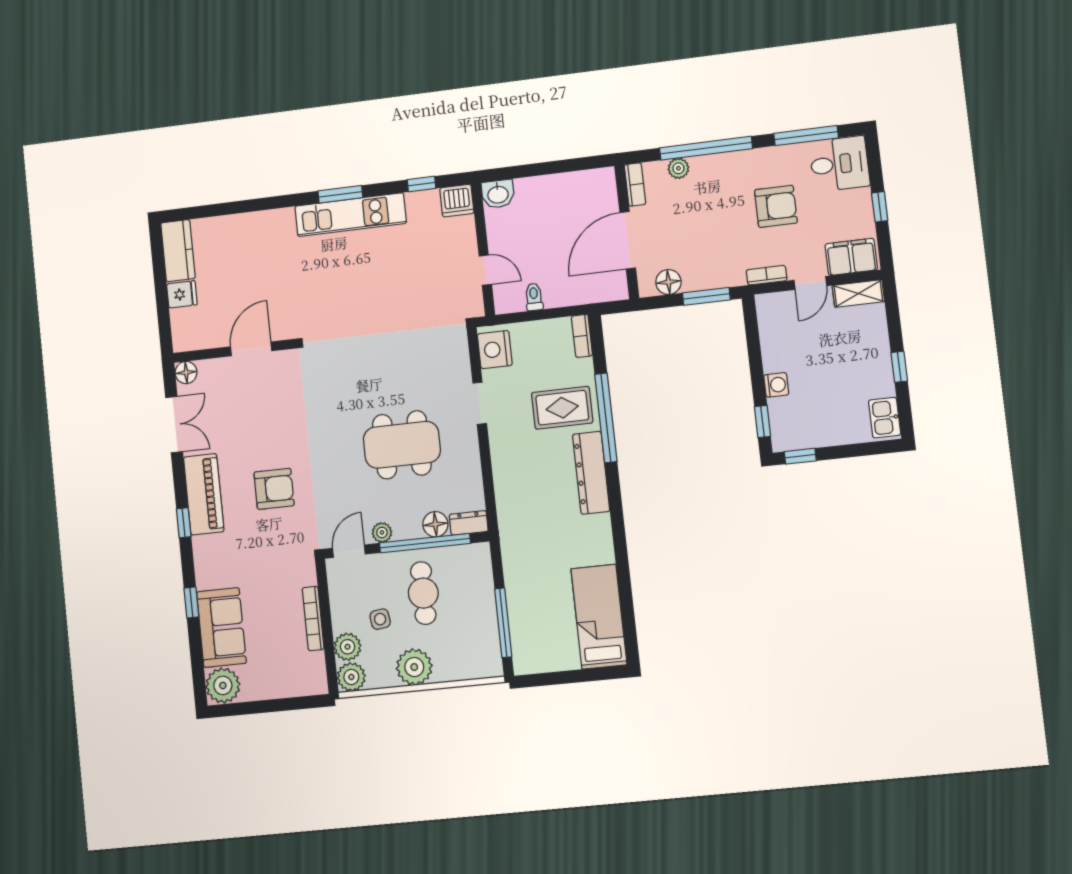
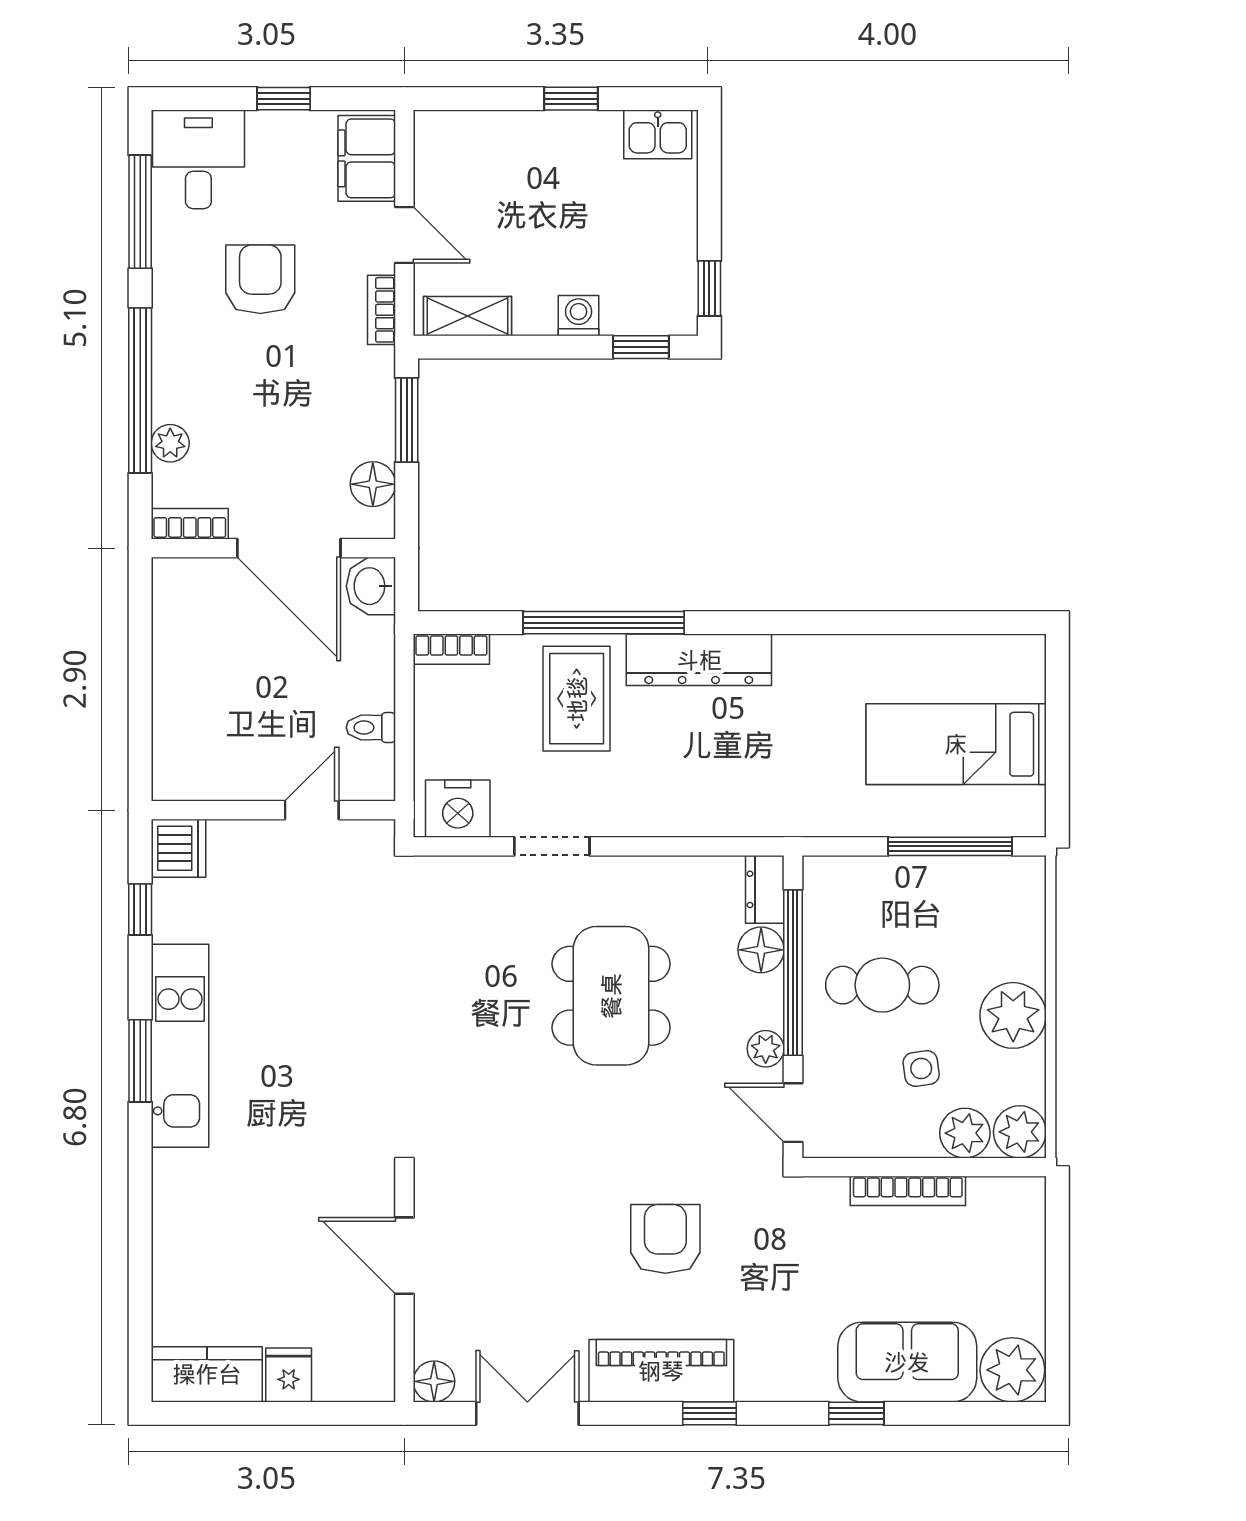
washbasin: (498, 194) -> (371, 586), moved, turned 180
shelving: (858, 293) -> (467, 316), moved, turned 90
bed: (599, 617) -> (956, 744), moved

